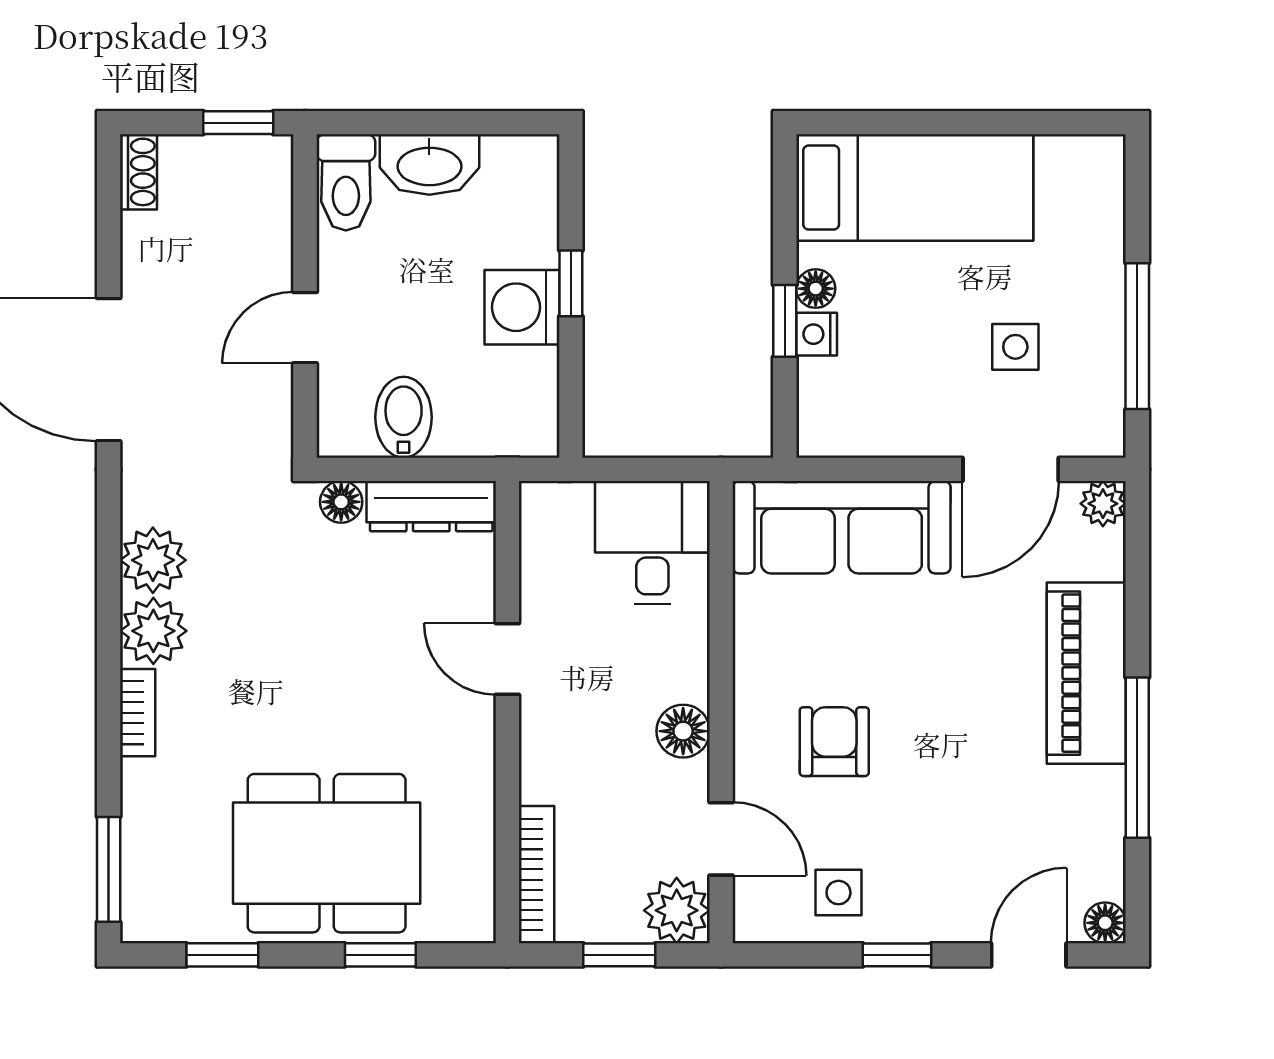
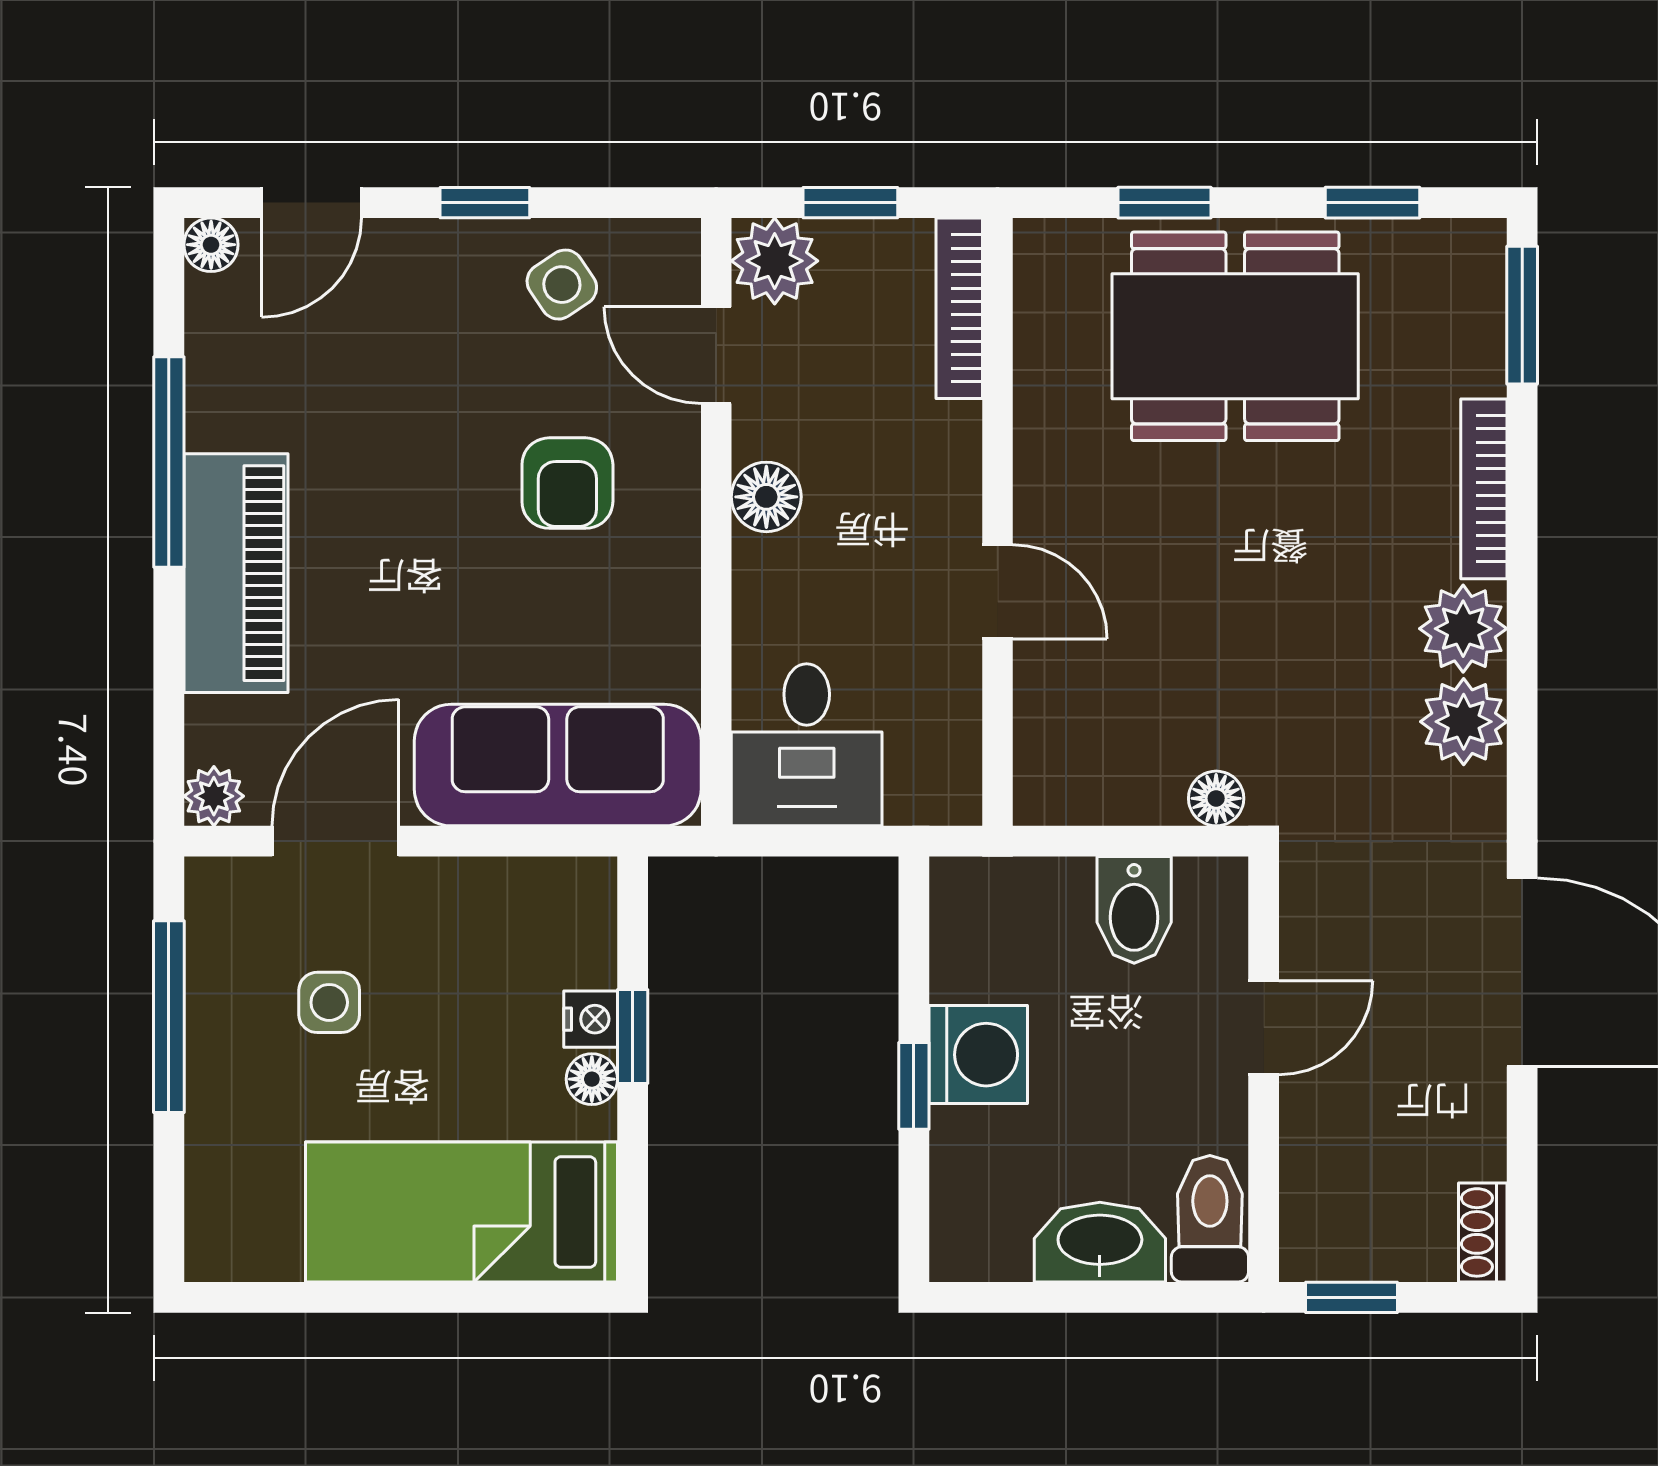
dresser: (431, 506) -> (1098, 793), removed
bookcase: (138, 713) -> (1484, 489), width x1.56
side table: (838, 893) -> (562, 285), turned -34

